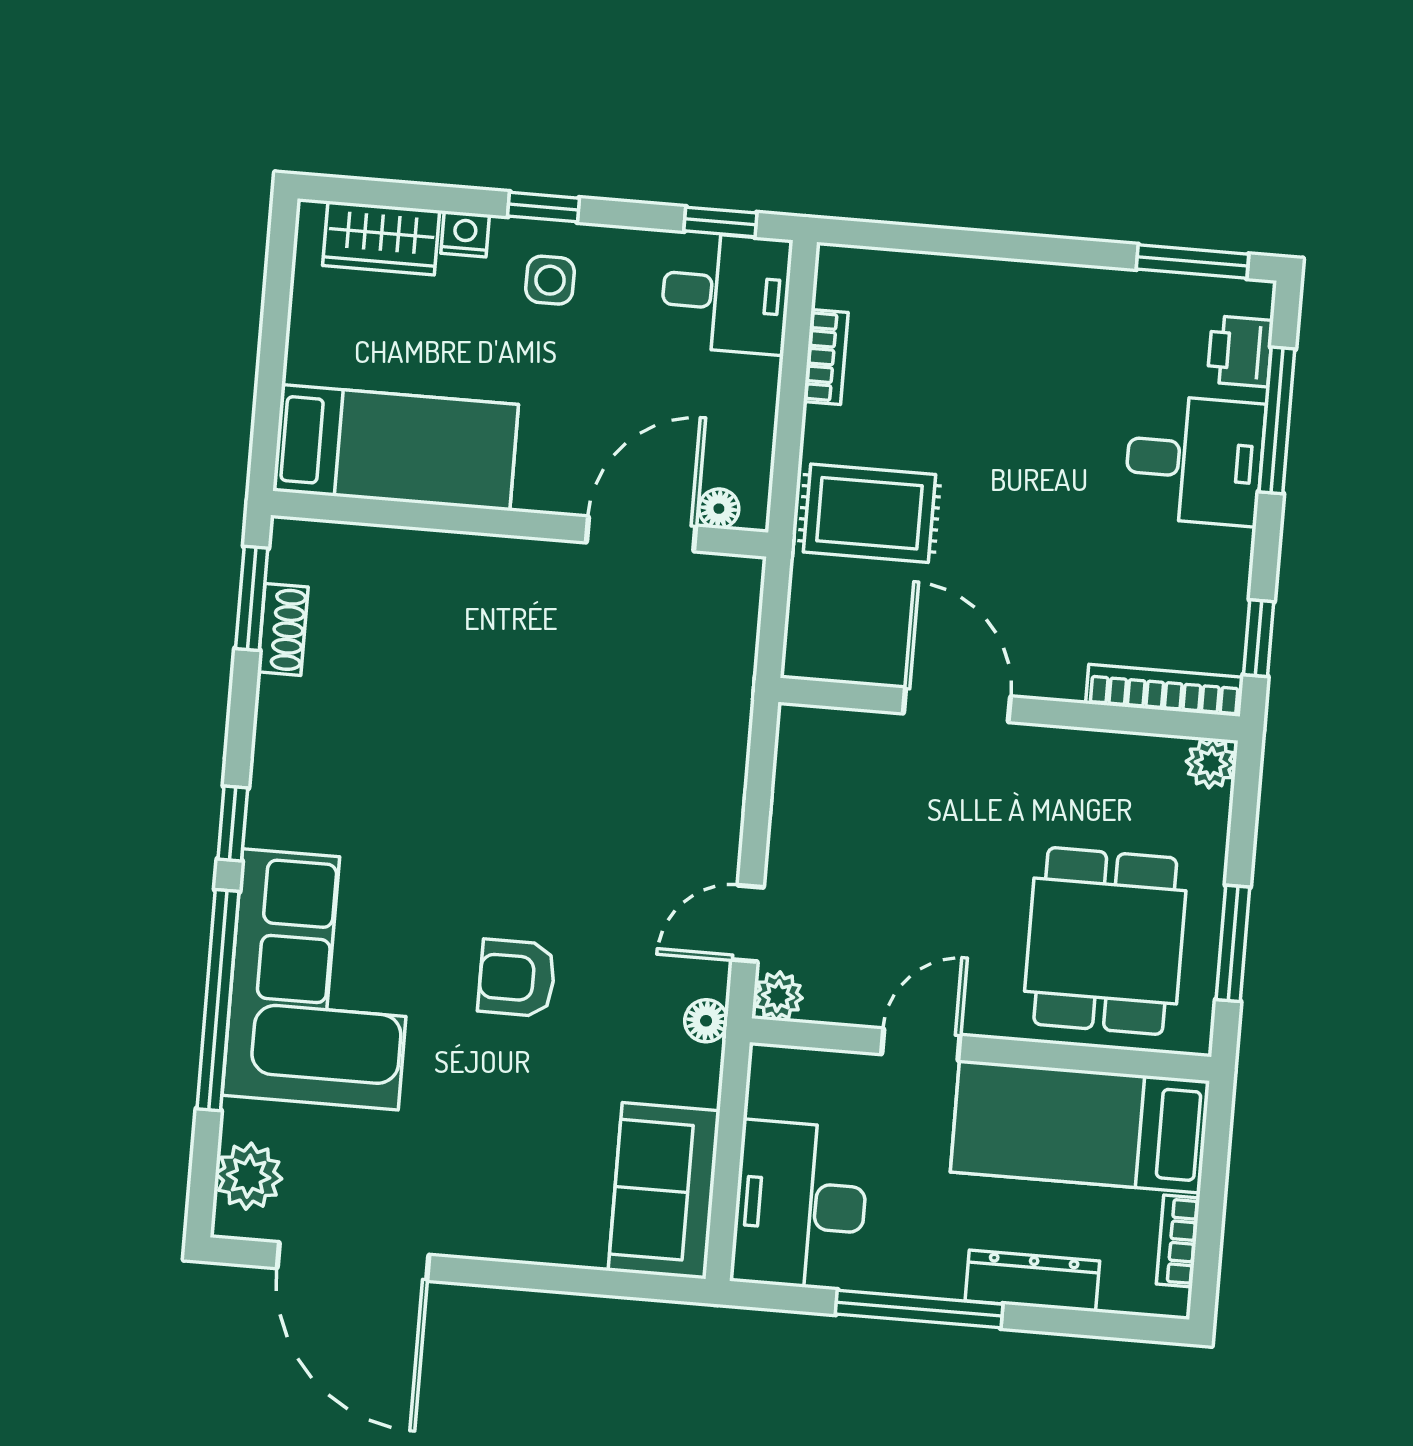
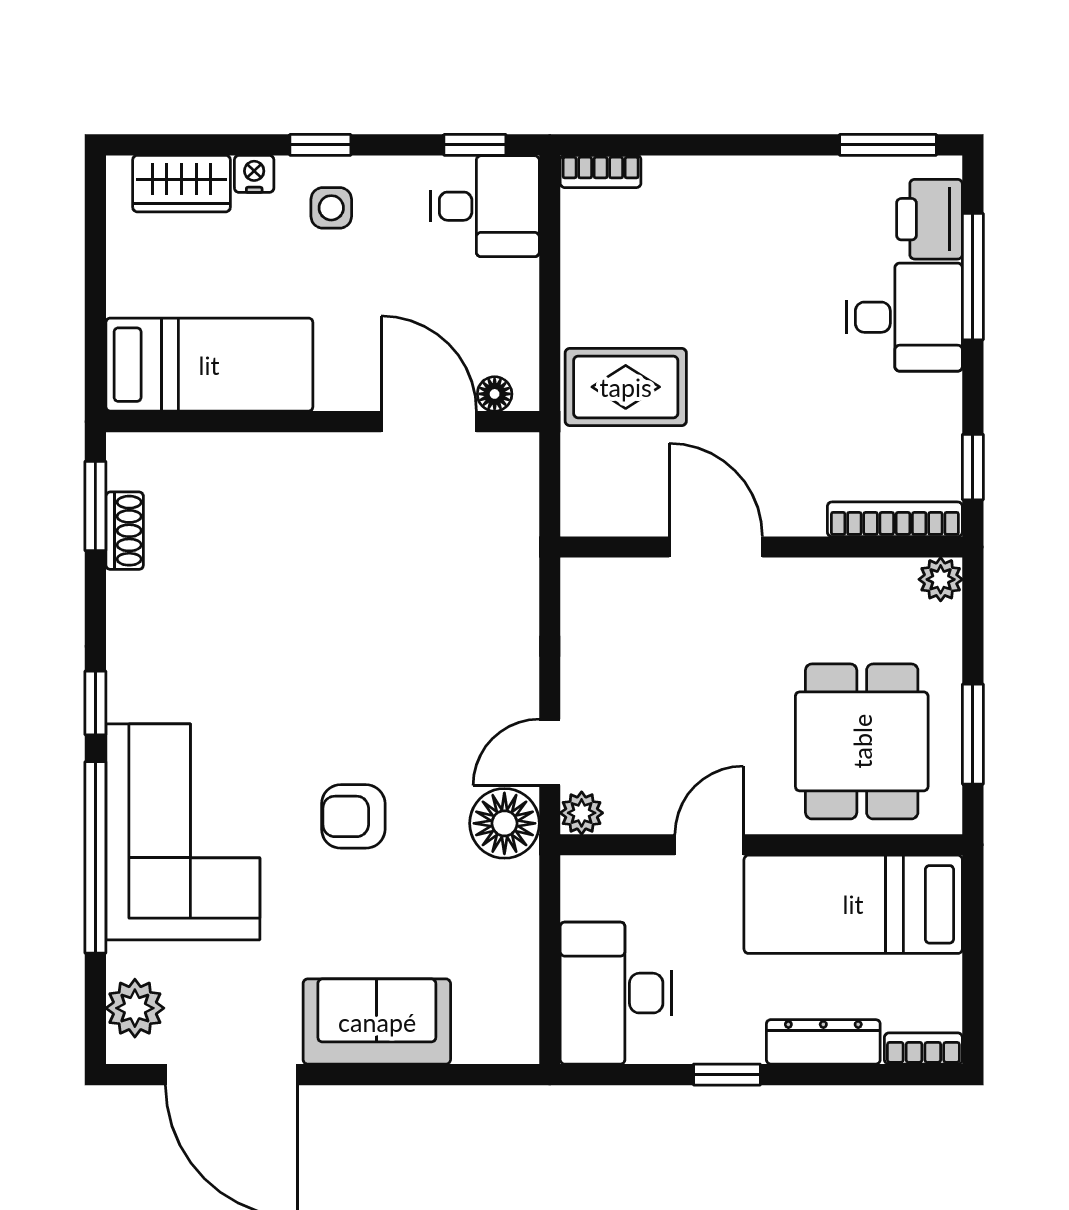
printer: (1240, 351) -> (930, 219), width x1.36, depth x1.24
bookcase: (826, 357) -> (601, 171), moved, turned 90
door: (641, 534) -> (429, 422), hinge flipped
floor lamp: (706, 1021) -> (504, 823), width x1.89, depth x1.89
sofa: (664, 1191) -> (377, 1022), moved, turned 90
bookcase: (1178, 1241) -> (923, 1049), moved, turned 90
window: (919, 1309) -> (727, 1075), width x0.46

